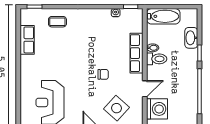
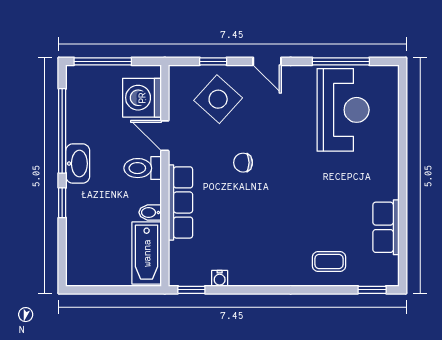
bathtub: (163, 16) -> (147, 253), moved, turned -90
washbasin: (191, 38) -> (78, 164), moved
toilet: (157, 59) -> (143, 168), moved
door: (145, 89) -> (165, 136), hinge flipped

